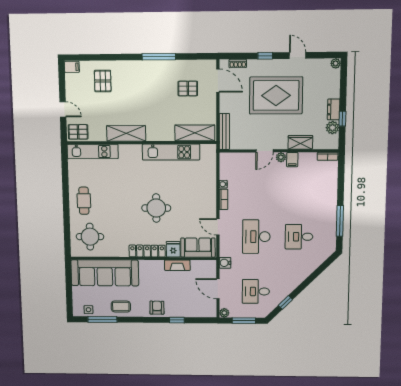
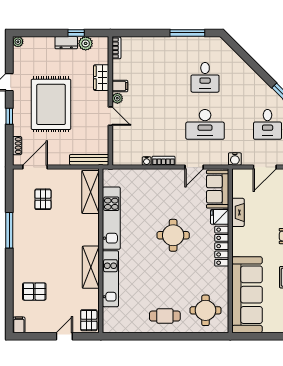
kitchen unit: (93, 152) -> (110, 279), moved

